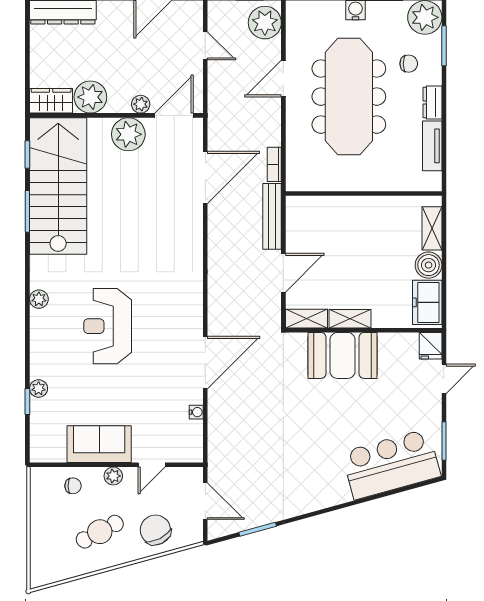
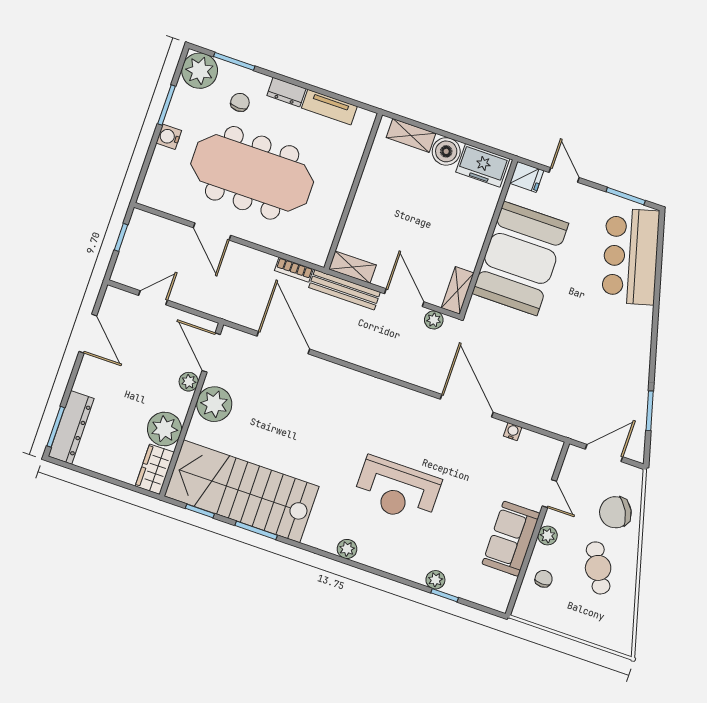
plant: (265, 23) -> (434, 320), moved, width x0.53, depth x0.53
shelving: (350, 319) -> (352, 267), moved, turned 90
booth: (343, 355) -> (520, 258), width x1.36, depth x1.42

